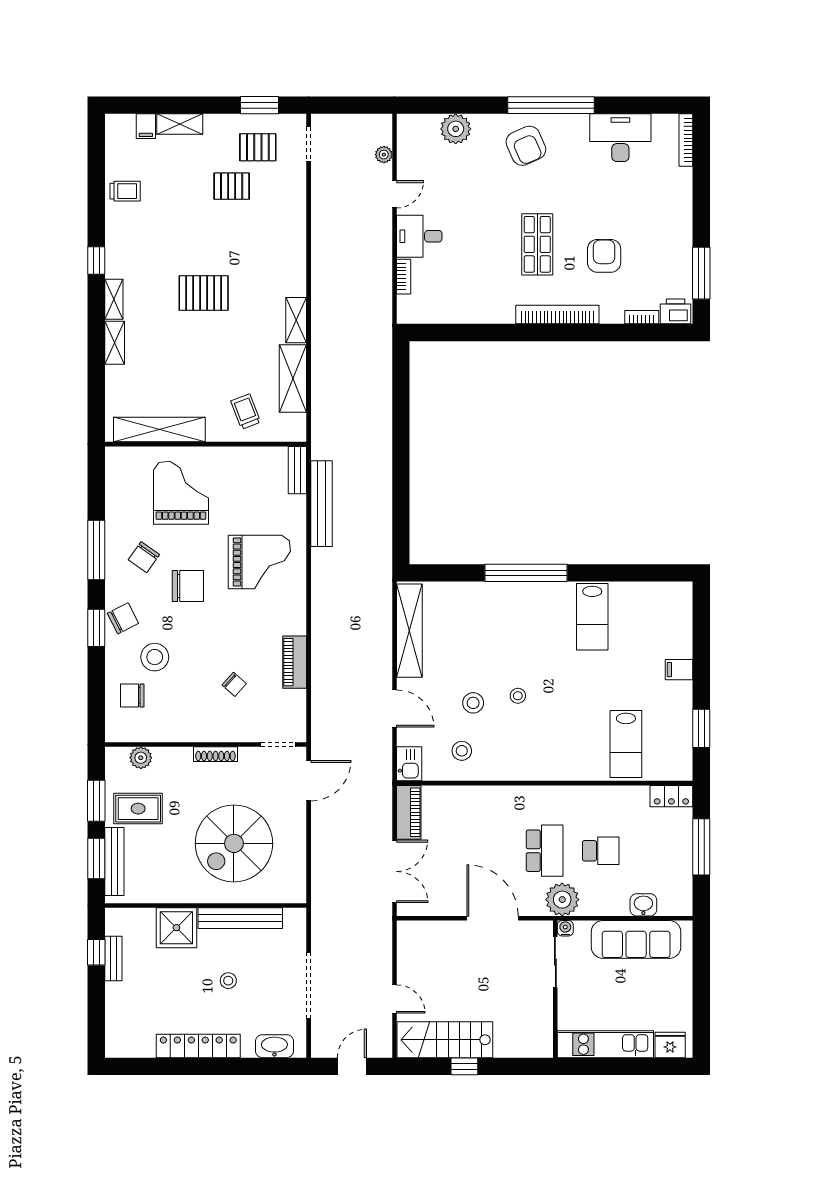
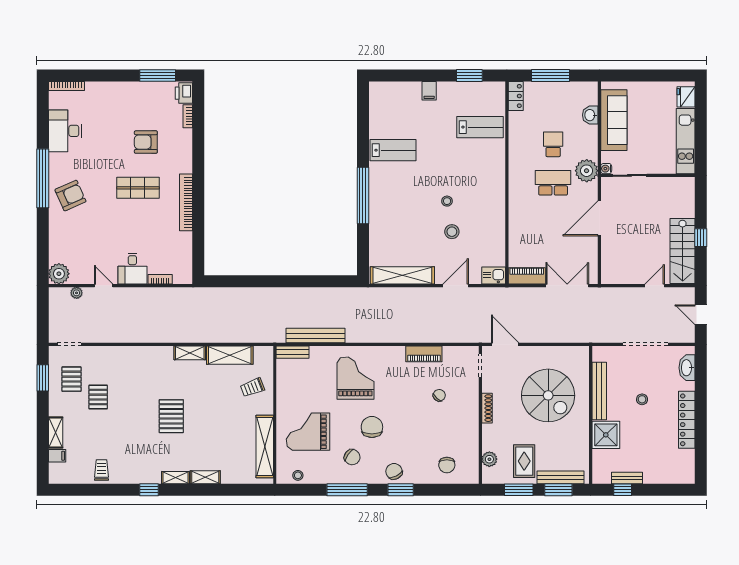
plant: (456, 129) -> (59, 274), moved
bookcase: (557, 315) -> (186, 202), moved
stool: (155, 657) -> (298, 475), moved, width x0.53, depth x0.53
stool: (462, 751) -> (485, 239), removed

